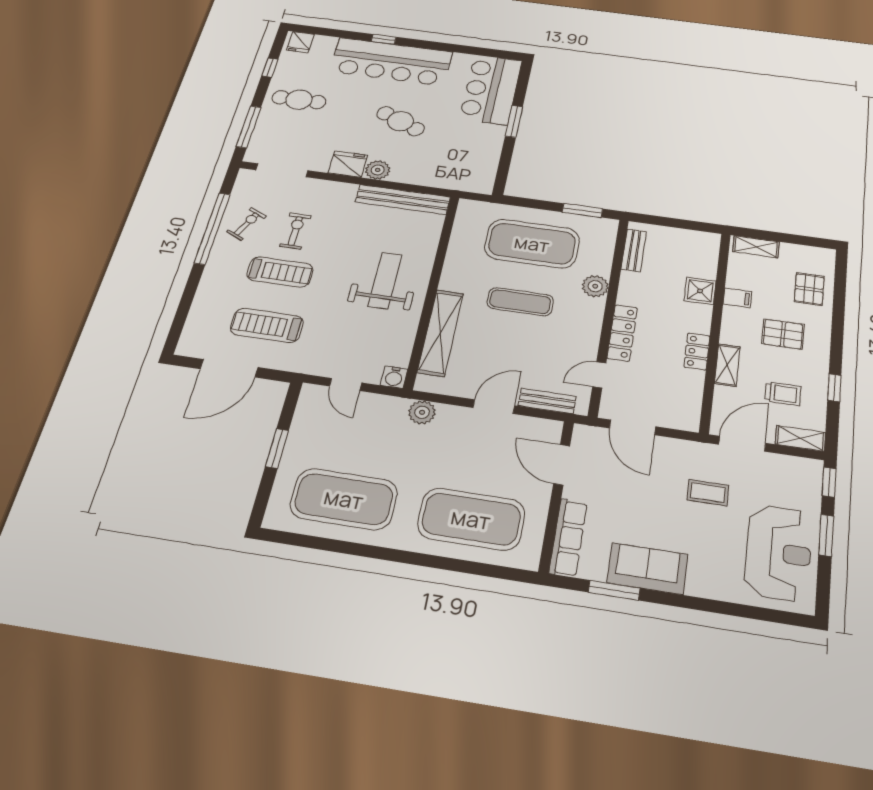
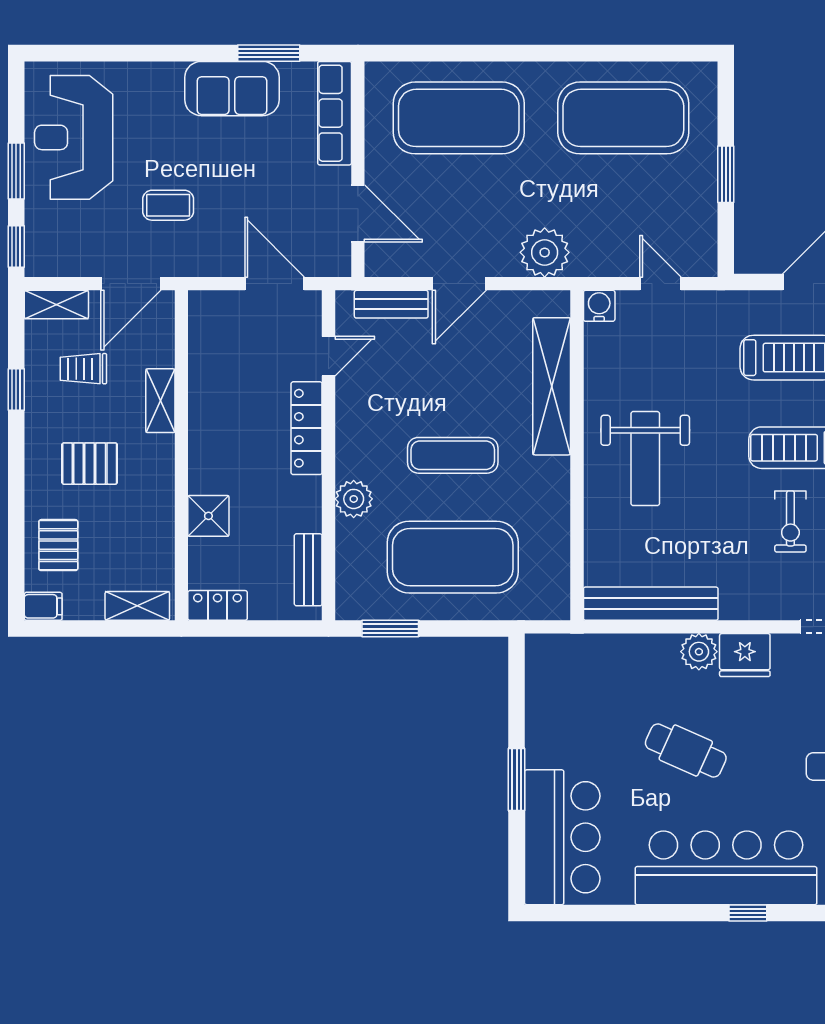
filing cabinet: (737, 298) -> (43, 606), moved, turned 180
locker: (697, 351) -> (218, 605), moved, turned -90
plant: (422, 412) -> (545, 252), width x1.36, depth x1.36

